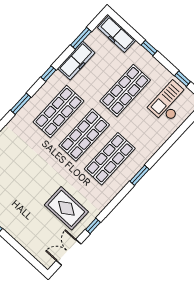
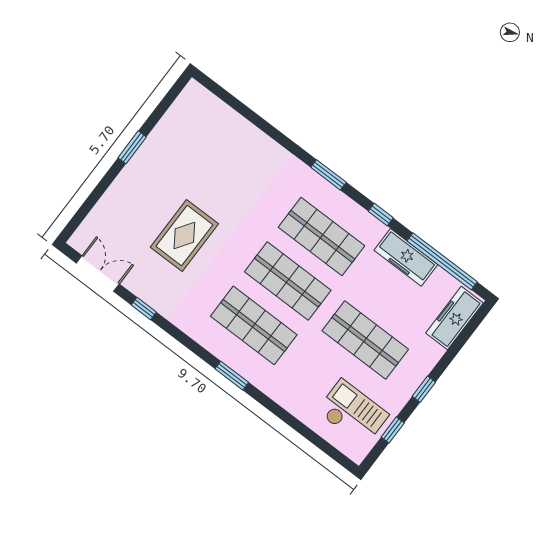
window: (81, 38) -> (442, 261), width x2.11
window: (149, 48) -> (424, 389), moved
rug: (66, 208) -> (184, 236), moved

